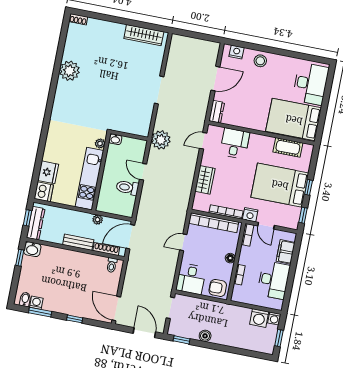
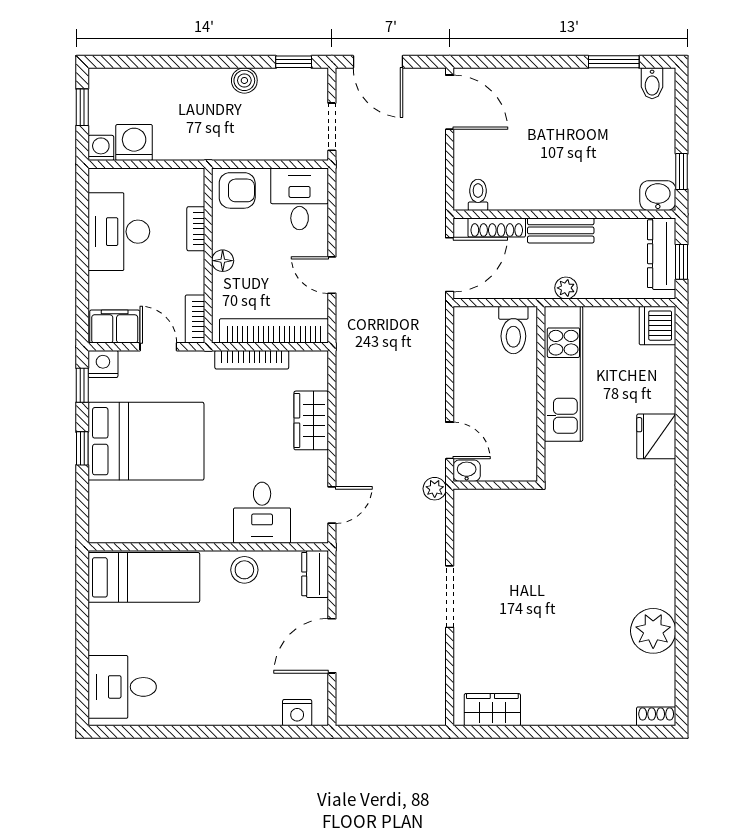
wardrobe: (144, 35) -> (492, 710), width x0.67
stool: (260, 61) -> (244, 570), moved
plant: (69, 71) -> (653, 631), moved
desk: (311, 84) -> (122, 687), width x0.73
bed: (294, 120) -> (144, 577), width x0.67
washbasin: (115, 139) -> (467, 471), moved
plant: (161, 140) -> (435, 489), width x0.53, depth x0.53
plant: (100, 143) -> (555, 455), removed
cot: (288, 147) -> (144, 527), removed
fridge: (48, 172) -> (656, 436), moved
door: (143, 172) -> (450, 440), moved
toilet: (127, 188) -> (513, 330), moved, turned 90
nightstand: (250, 215) -> (103, 364), moved
plant: (98, 220) -> (566, 288), moved
door: (183, 242) -> (332, 275), swing flipped
filing cabinet: (286, 252) -> (115, 327), moved, turned -90
washing machine: (36, 303) -> (626, 81), removed
window: (75, 319) -> (536, 62), removed

